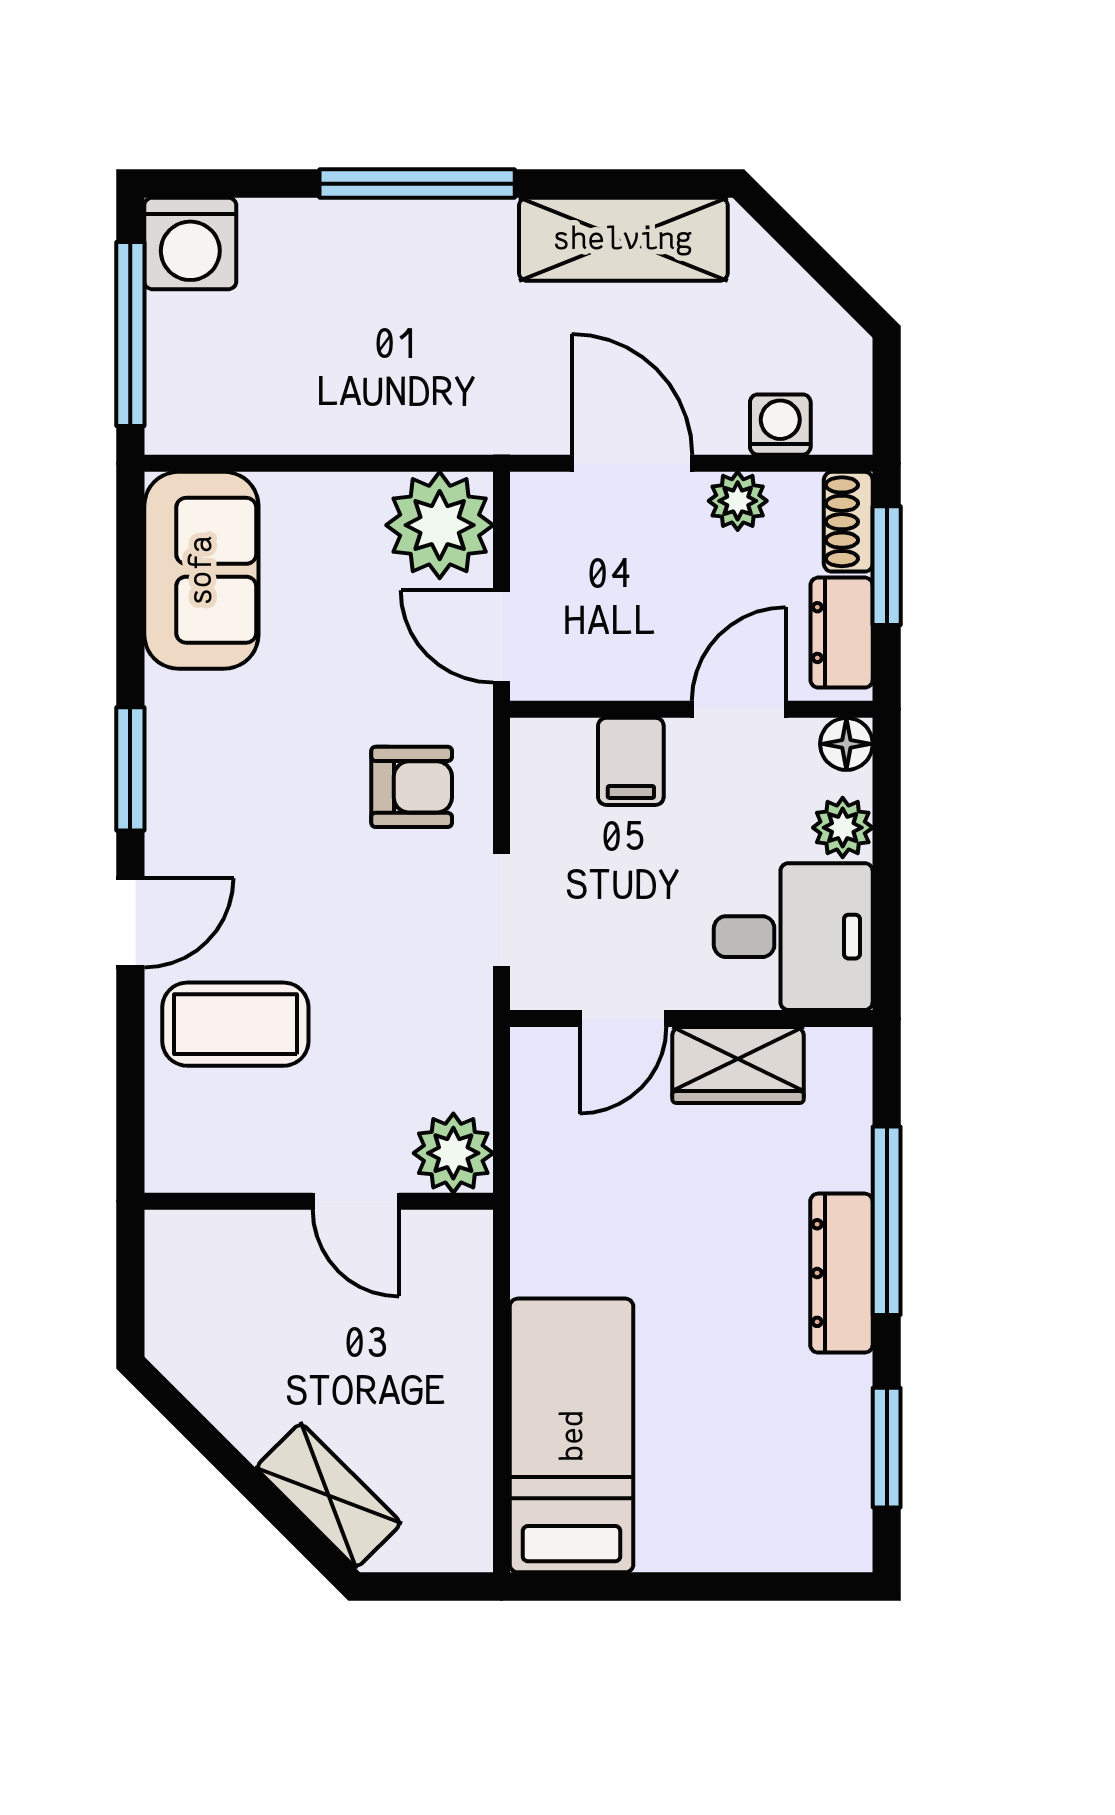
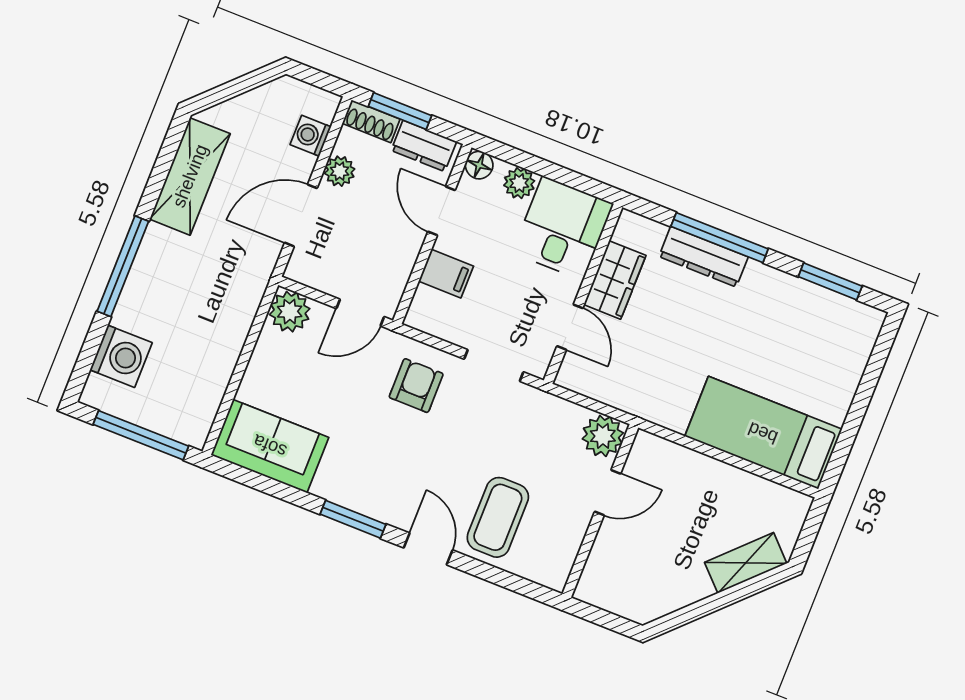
washing machine: (190, 243) -> (121, 356), moved
plant: (440, 525) -> (290, 312), width x0.73, depth x0.73
dresser: (841, 1273) -> (703, 257), moved

